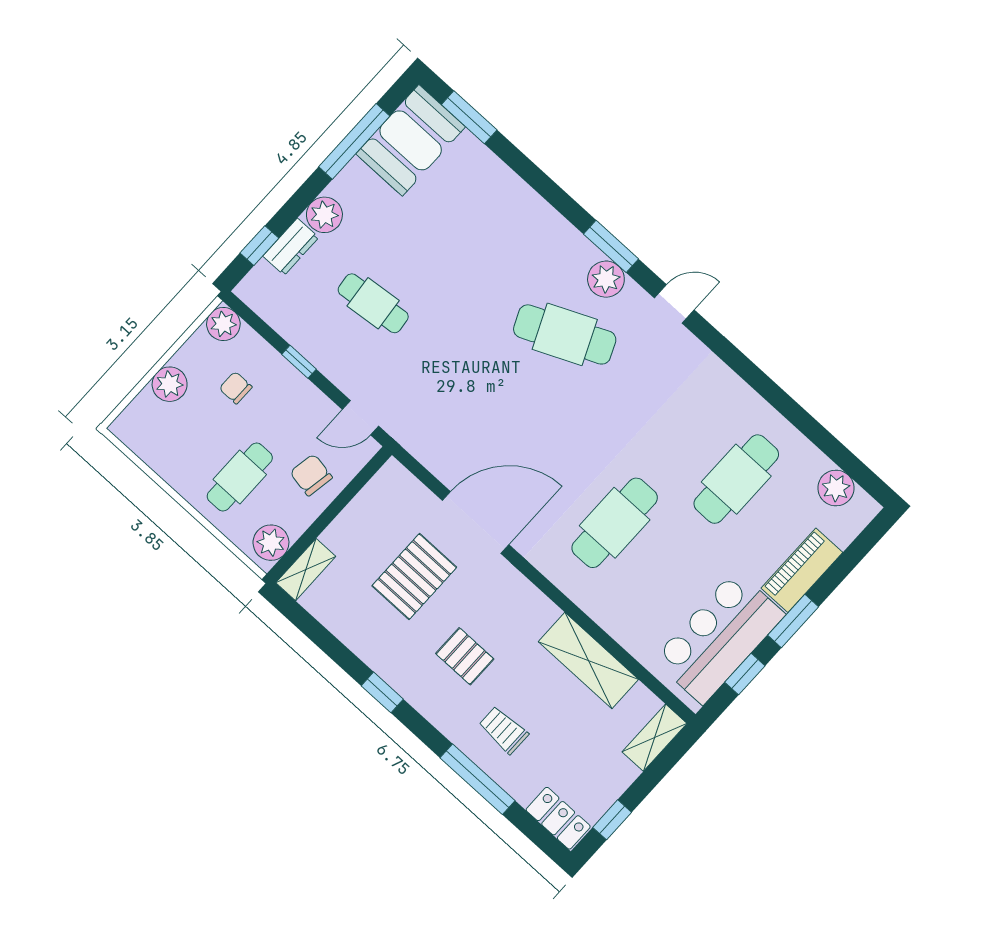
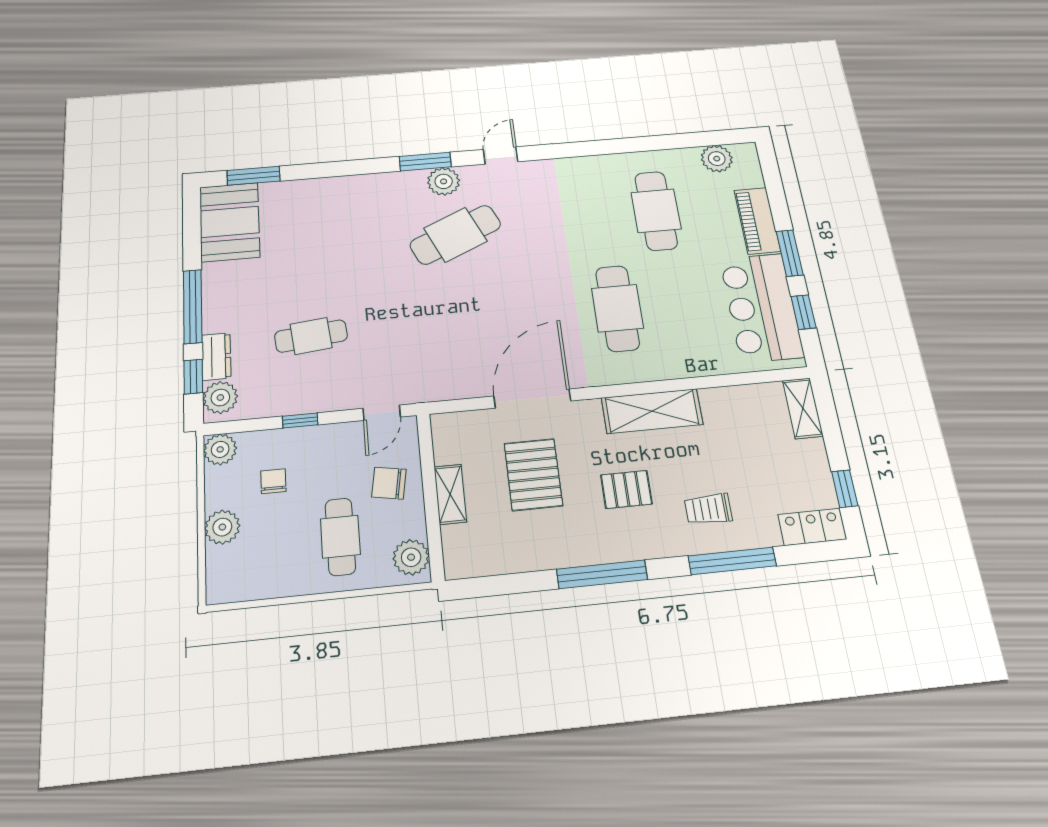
window: (354, 141) -> (193, 306), moved
plant: (324, 215) -> (220, 397), moved
chair: (236, 388) -> (273, 481), turned 90
shelving: (306, 570) -> (450, 494), moved
shelving: (588, 661) -> (652, 411), moved
window: (382, 692) -> (602, 574), width x2.17

